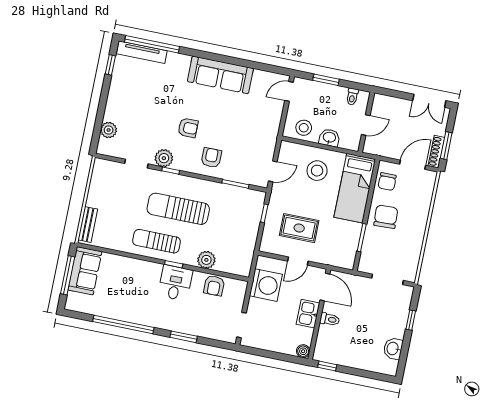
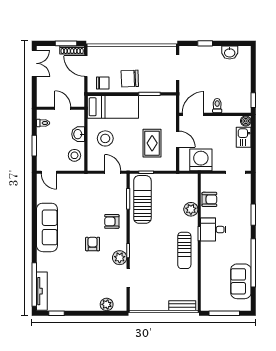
sun lounger: (178, 209) -> (142, 199), moved, turned 180
sofa: (85, 271) -> (241, 281), moved, turned -90
kitchen sink: (308, 314) -> (244, 137), moved, turned 90

